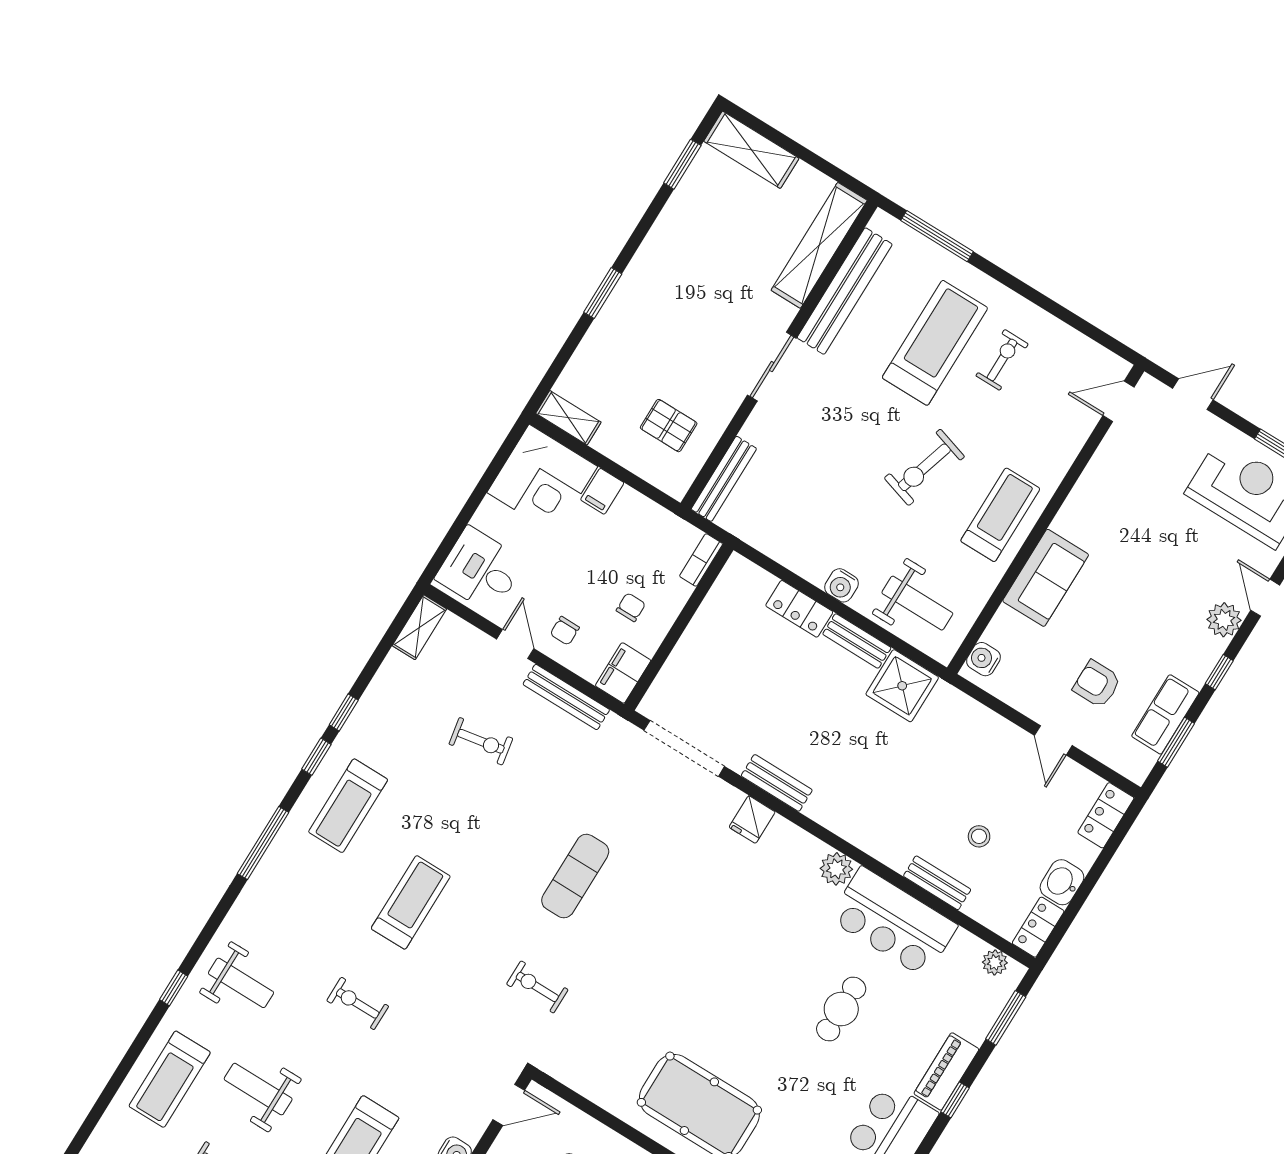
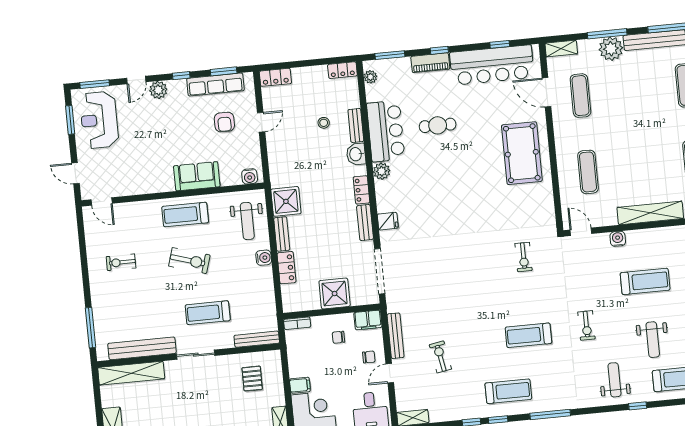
treadmill: (935, 343) -> (208, 313), moved, width x0.73, depth x0.73
weight bench: (917, 603) -> (247, 221), turned 180
shower: (703, 652) -> (335, 294), added
row of seats: (1165, 714) -> (215, 84), width x1.48
locker: (831, 816) -> (362, 190), added
exercise mat: (575, 876) -> (466, 276), removed
washbasin: (1062, 882) -> (356, 154), moved, turned 90

